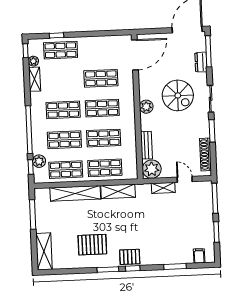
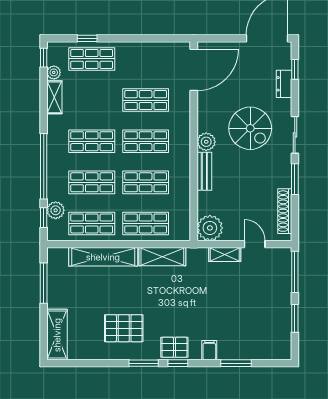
window: (208, 51) -> (295, 69), width x0.46
bench: (147, 145) -> (204, 171), moved
filing cabinet: (199, 256) -> (209, 350), moved

